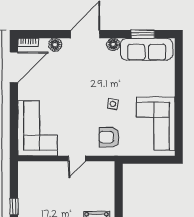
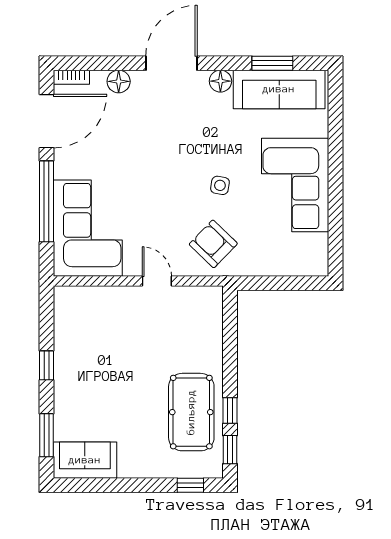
window: (14, 113) -> (46, 201), added
corner sofa: (156, 124) -> (295, 185), moved
armchair: (109, 137) -> (213, 244), turned 44
door: (77, 158) -> (157, 281), swing flipped

